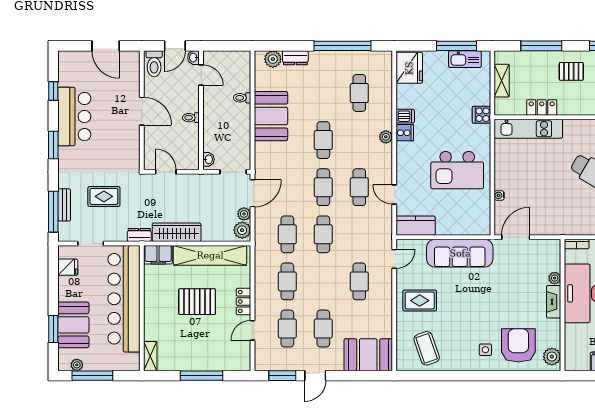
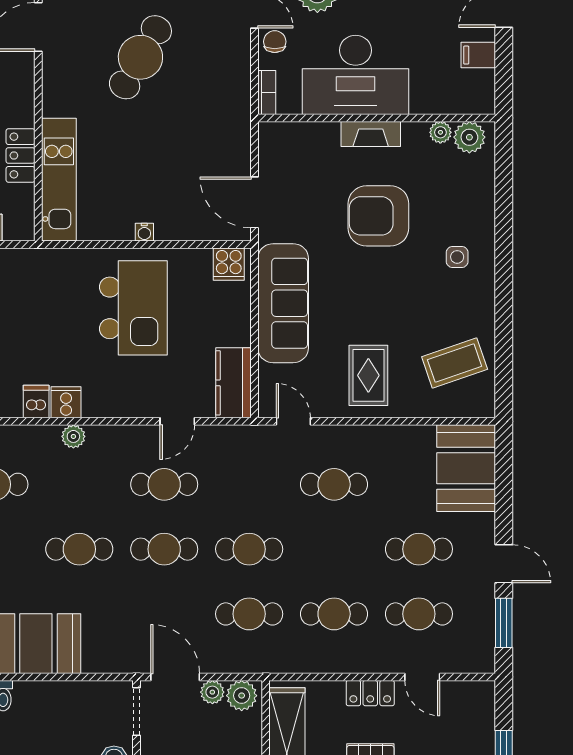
cooker: (481, 115) -> (229, 264), moved
water cooler: (499, 195) -> (144, 232), moved
plant: (555, 278) -> (440, 132), moved
armchair: (518, 345) -> (378, 216), moved

